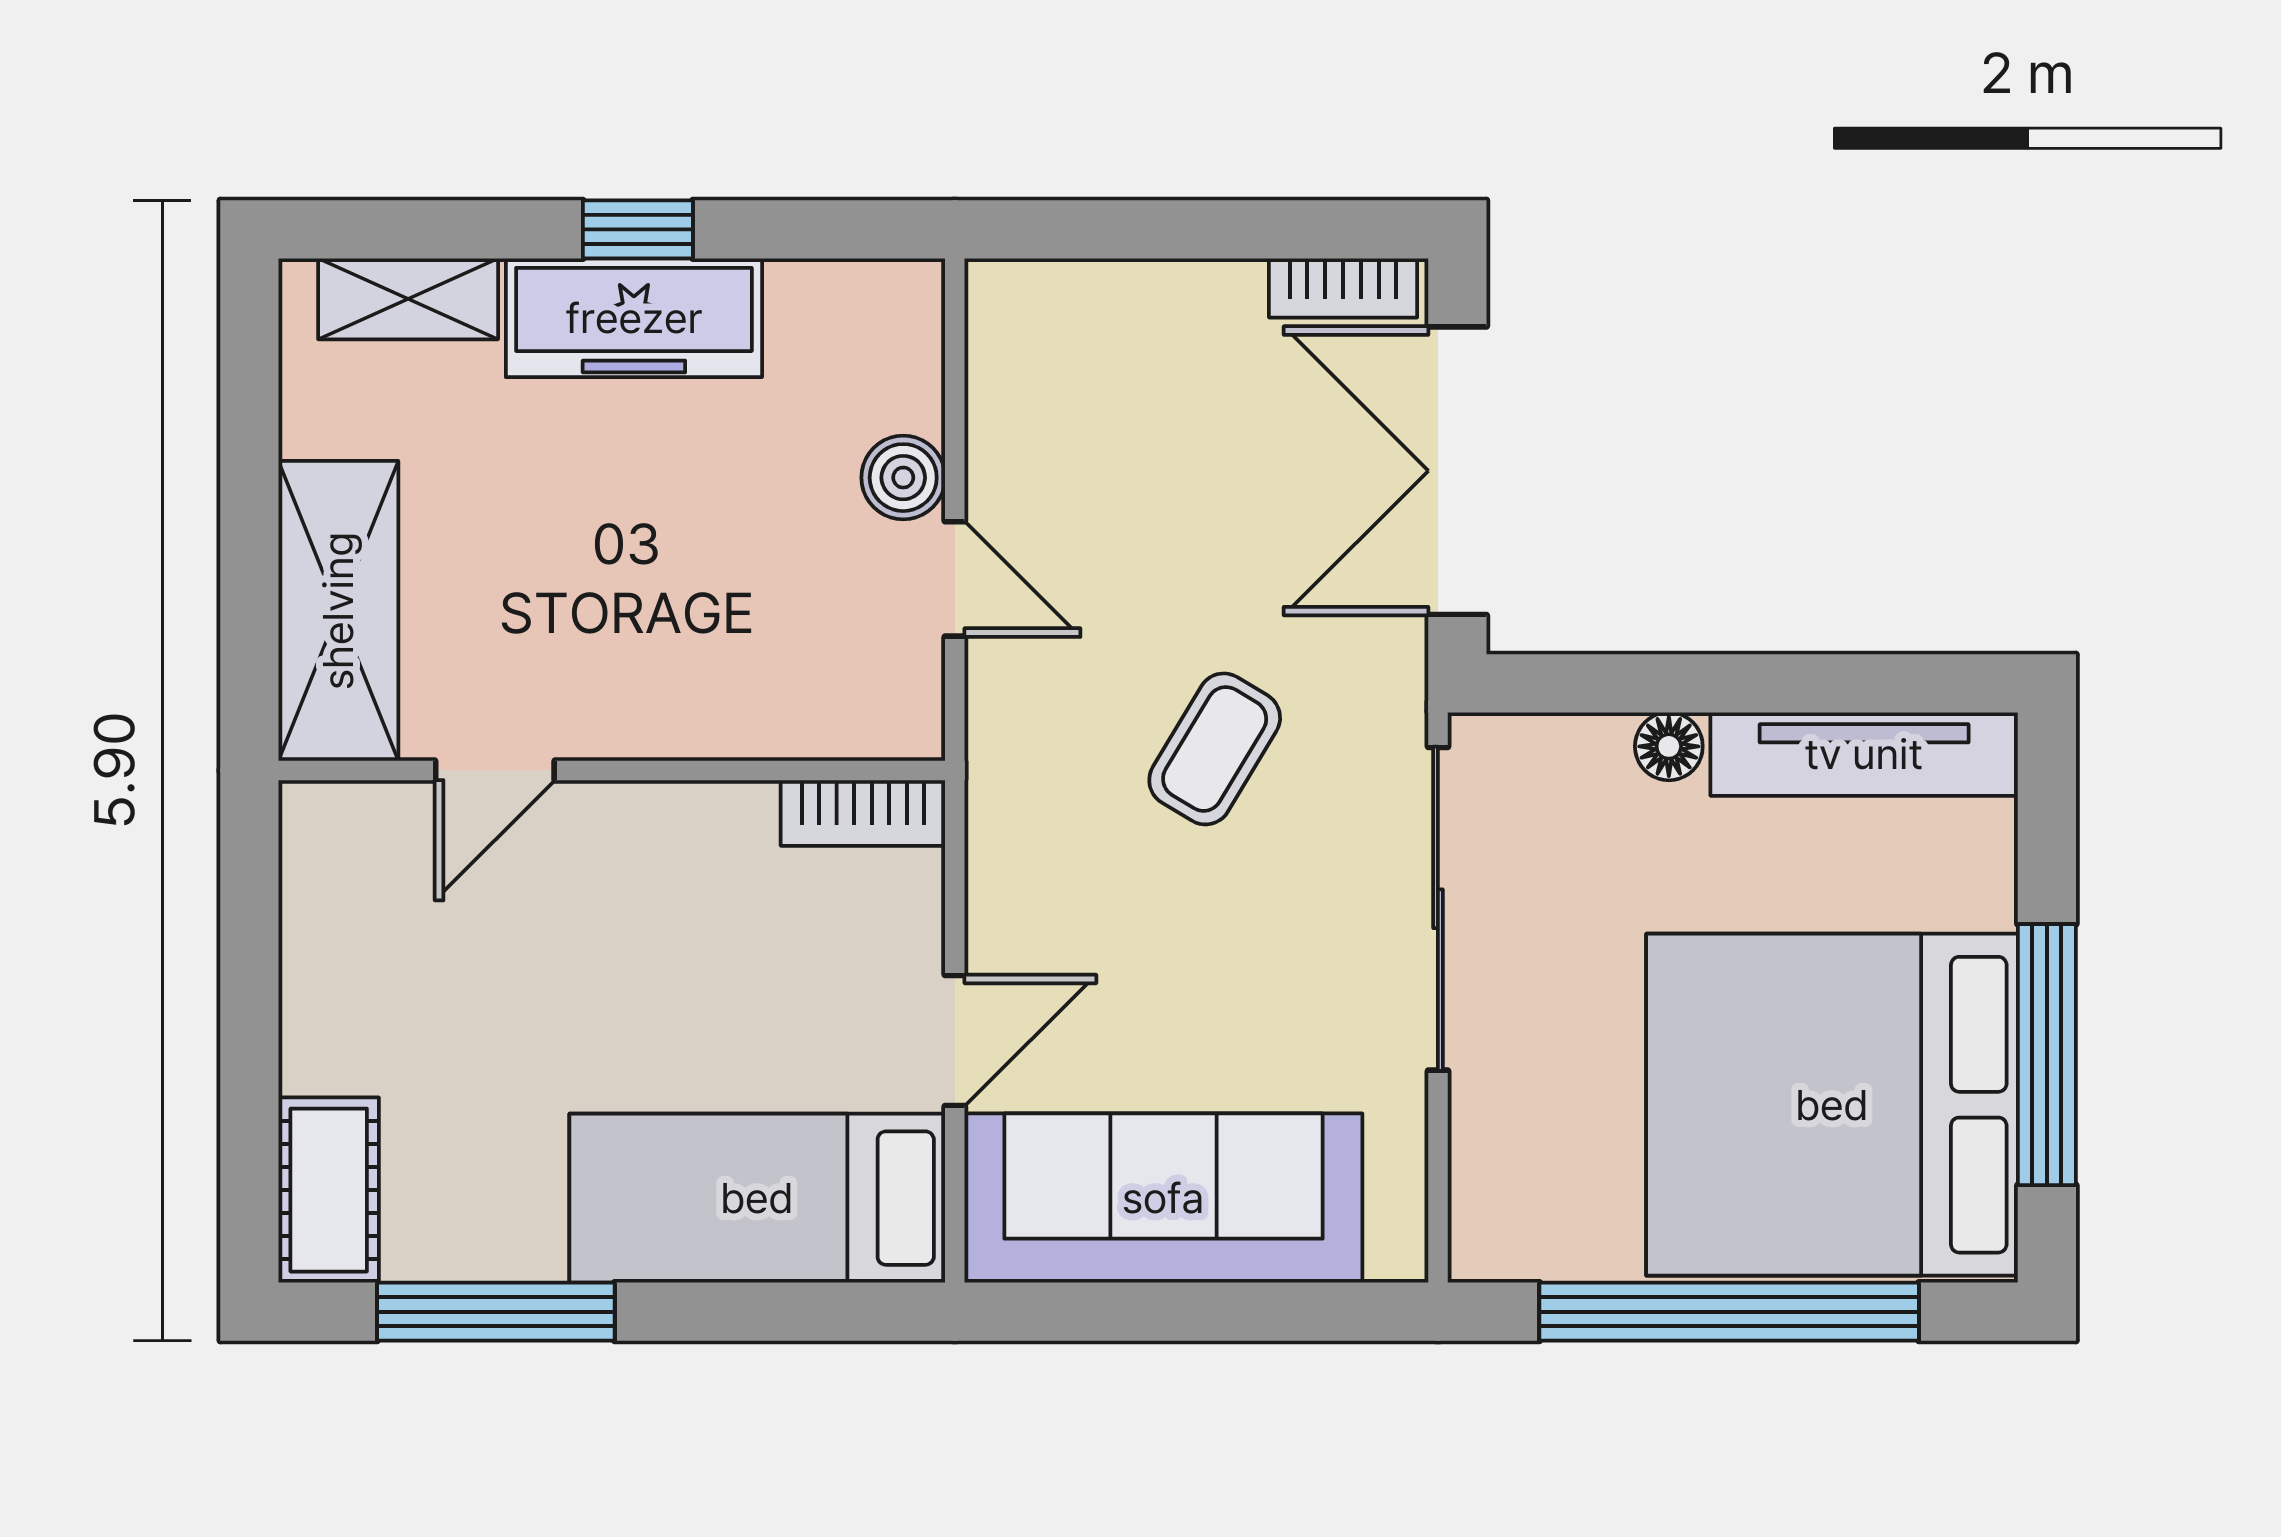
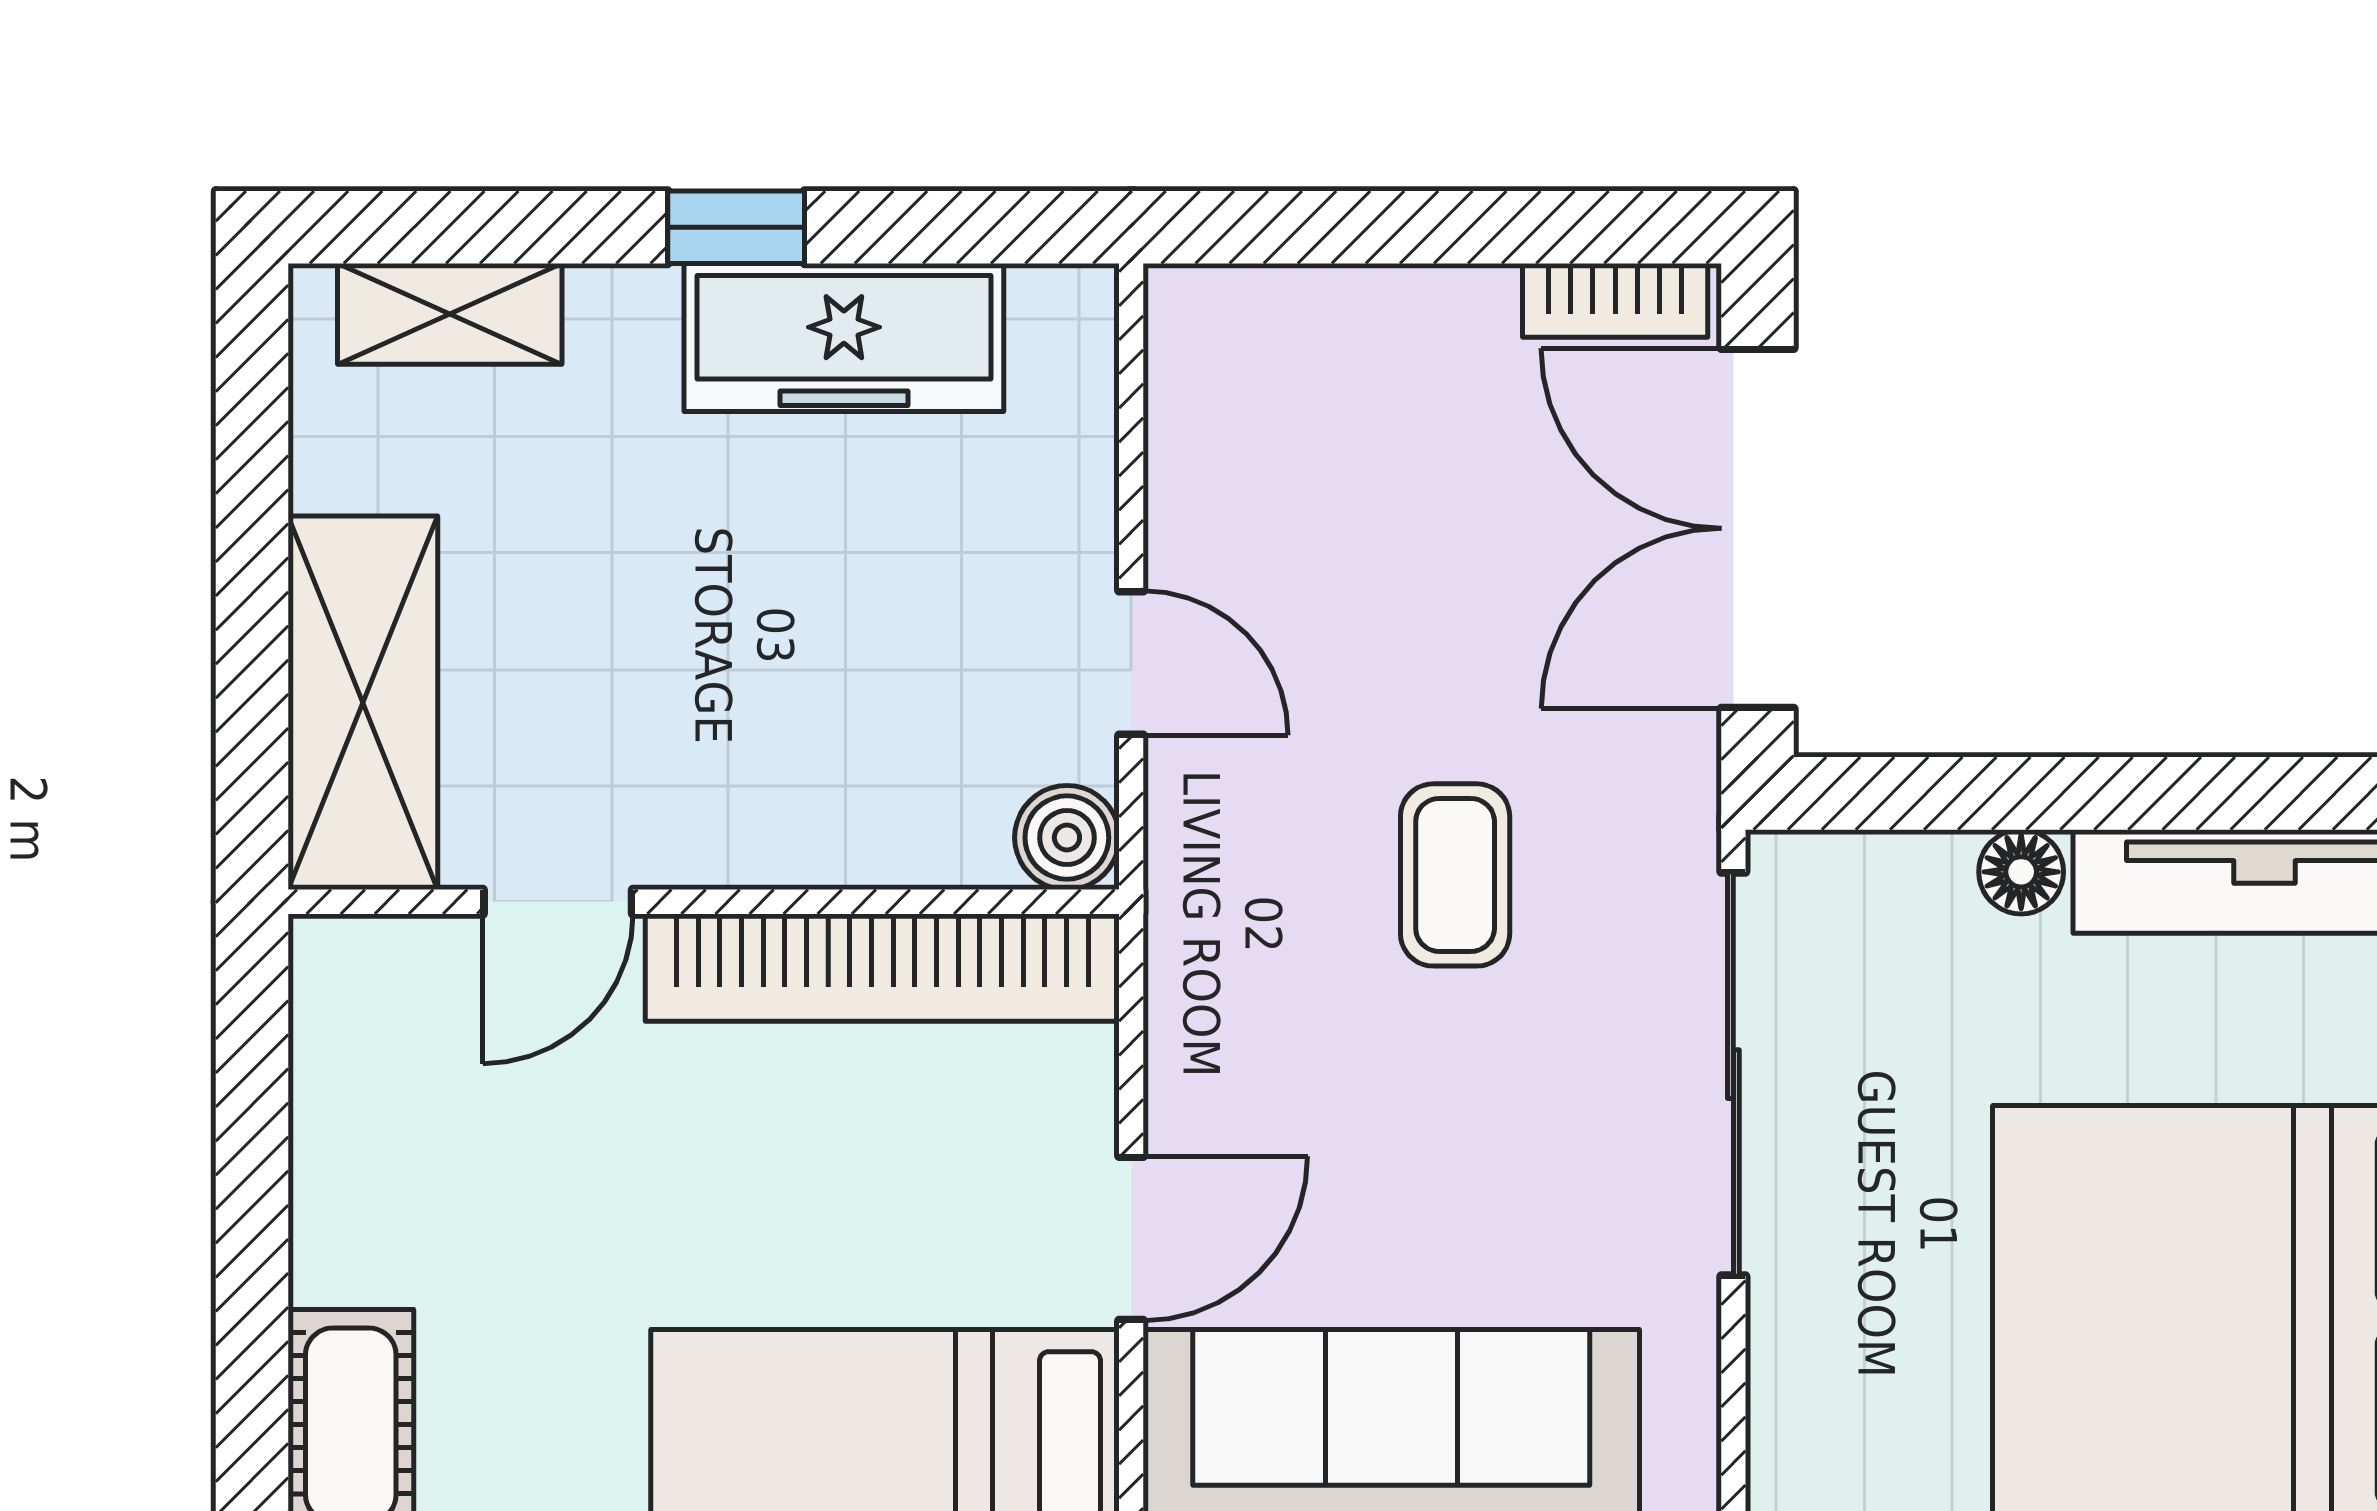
freezer: (634, 318) -> (844, 338), moved
boiler: (903, 478) -> (1067, 838), moved
coffee table: (1215, 749) -> (1455, 875), turned -31
bookcase: (863, 813) -> (882, 968), width x2.31, depth x1.31

